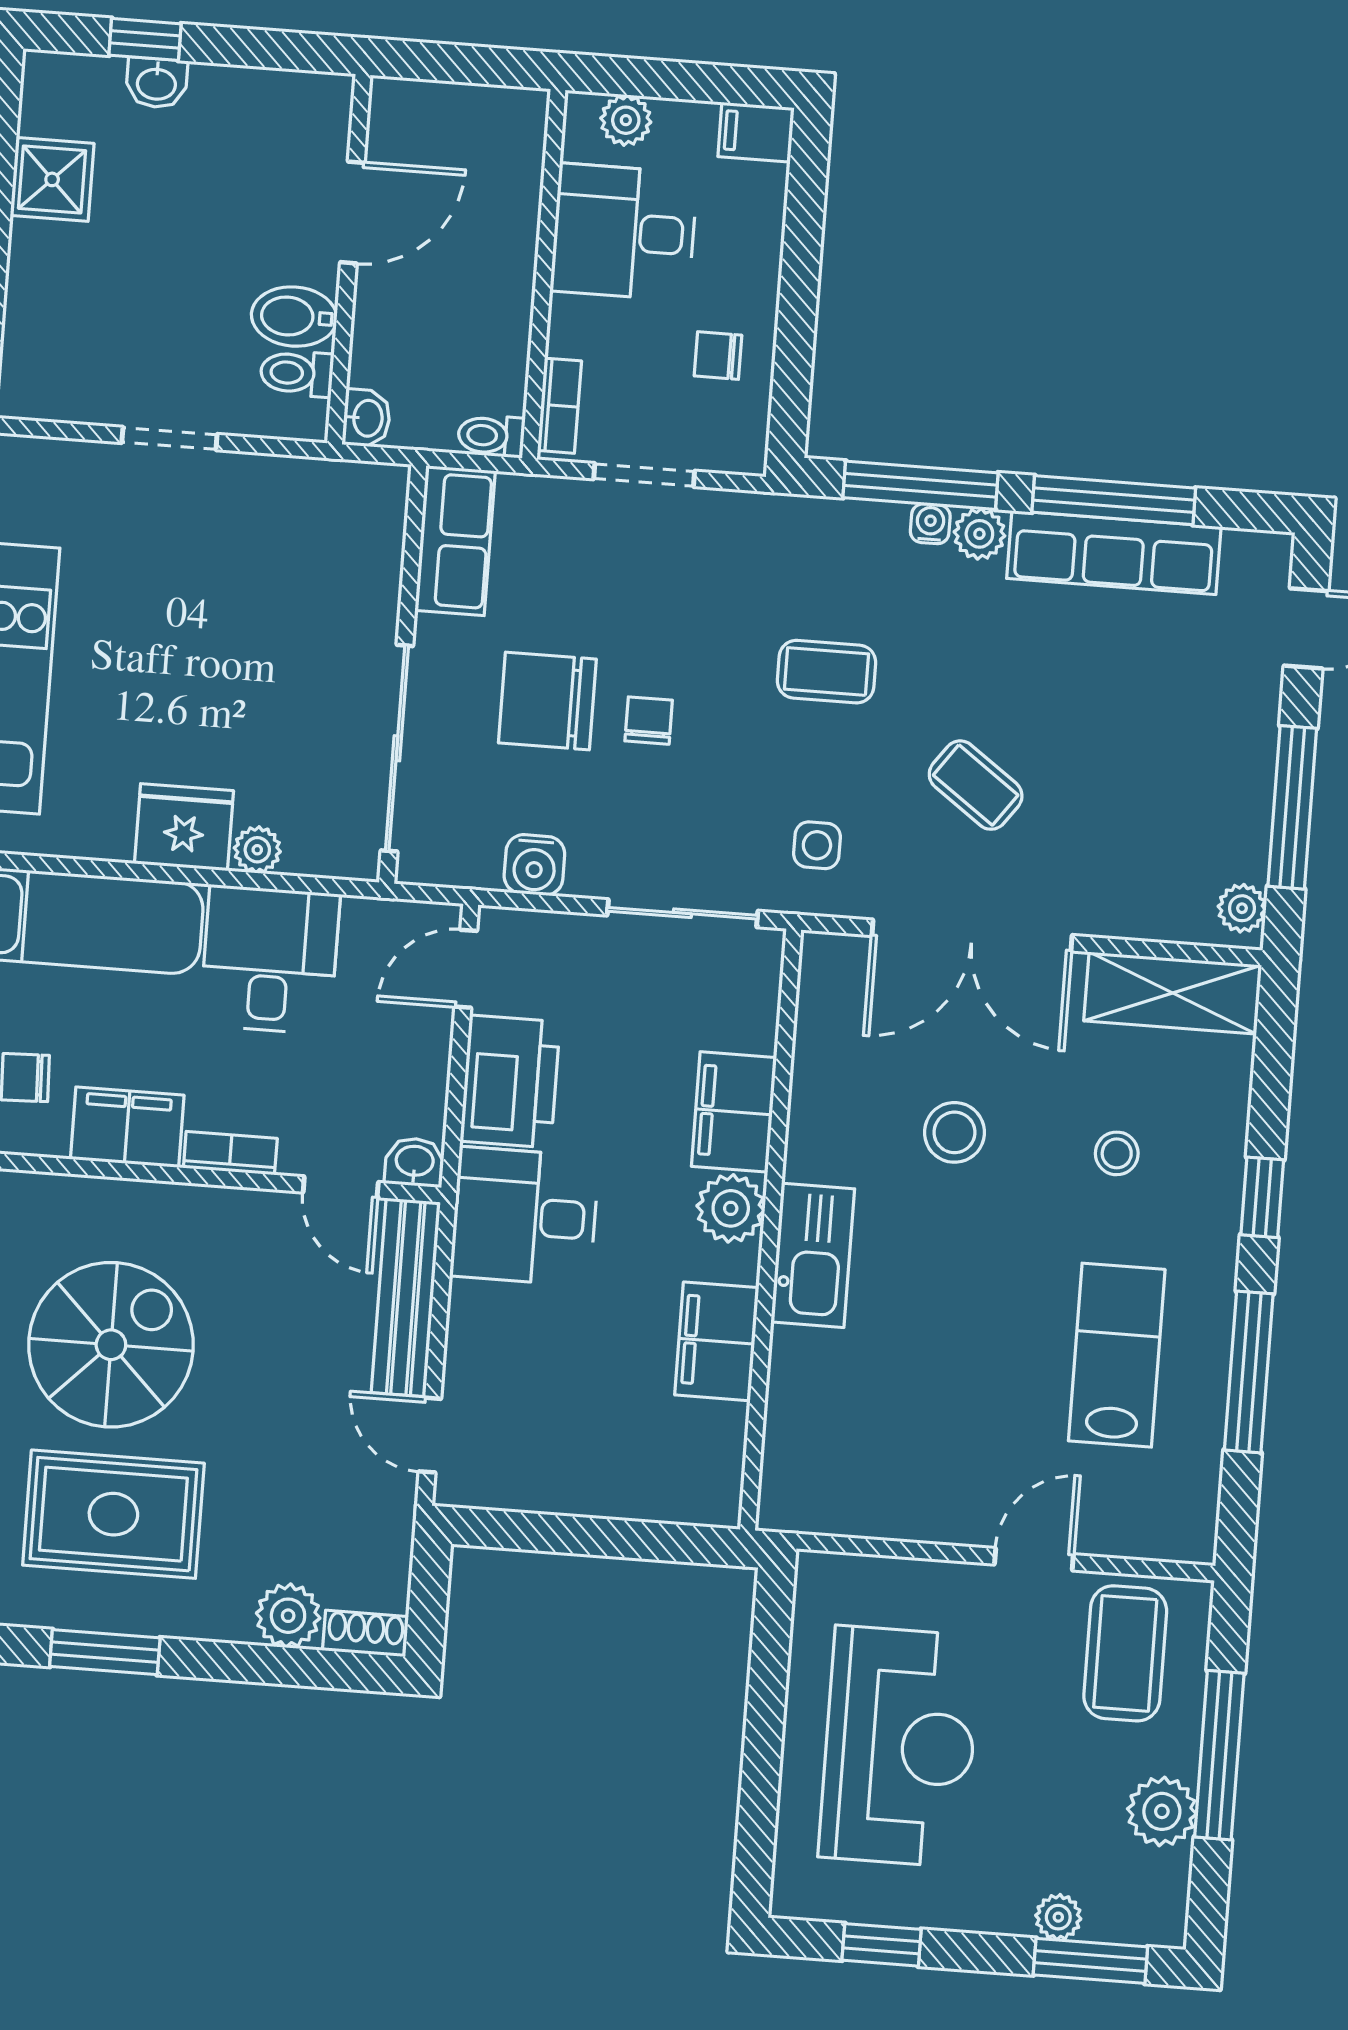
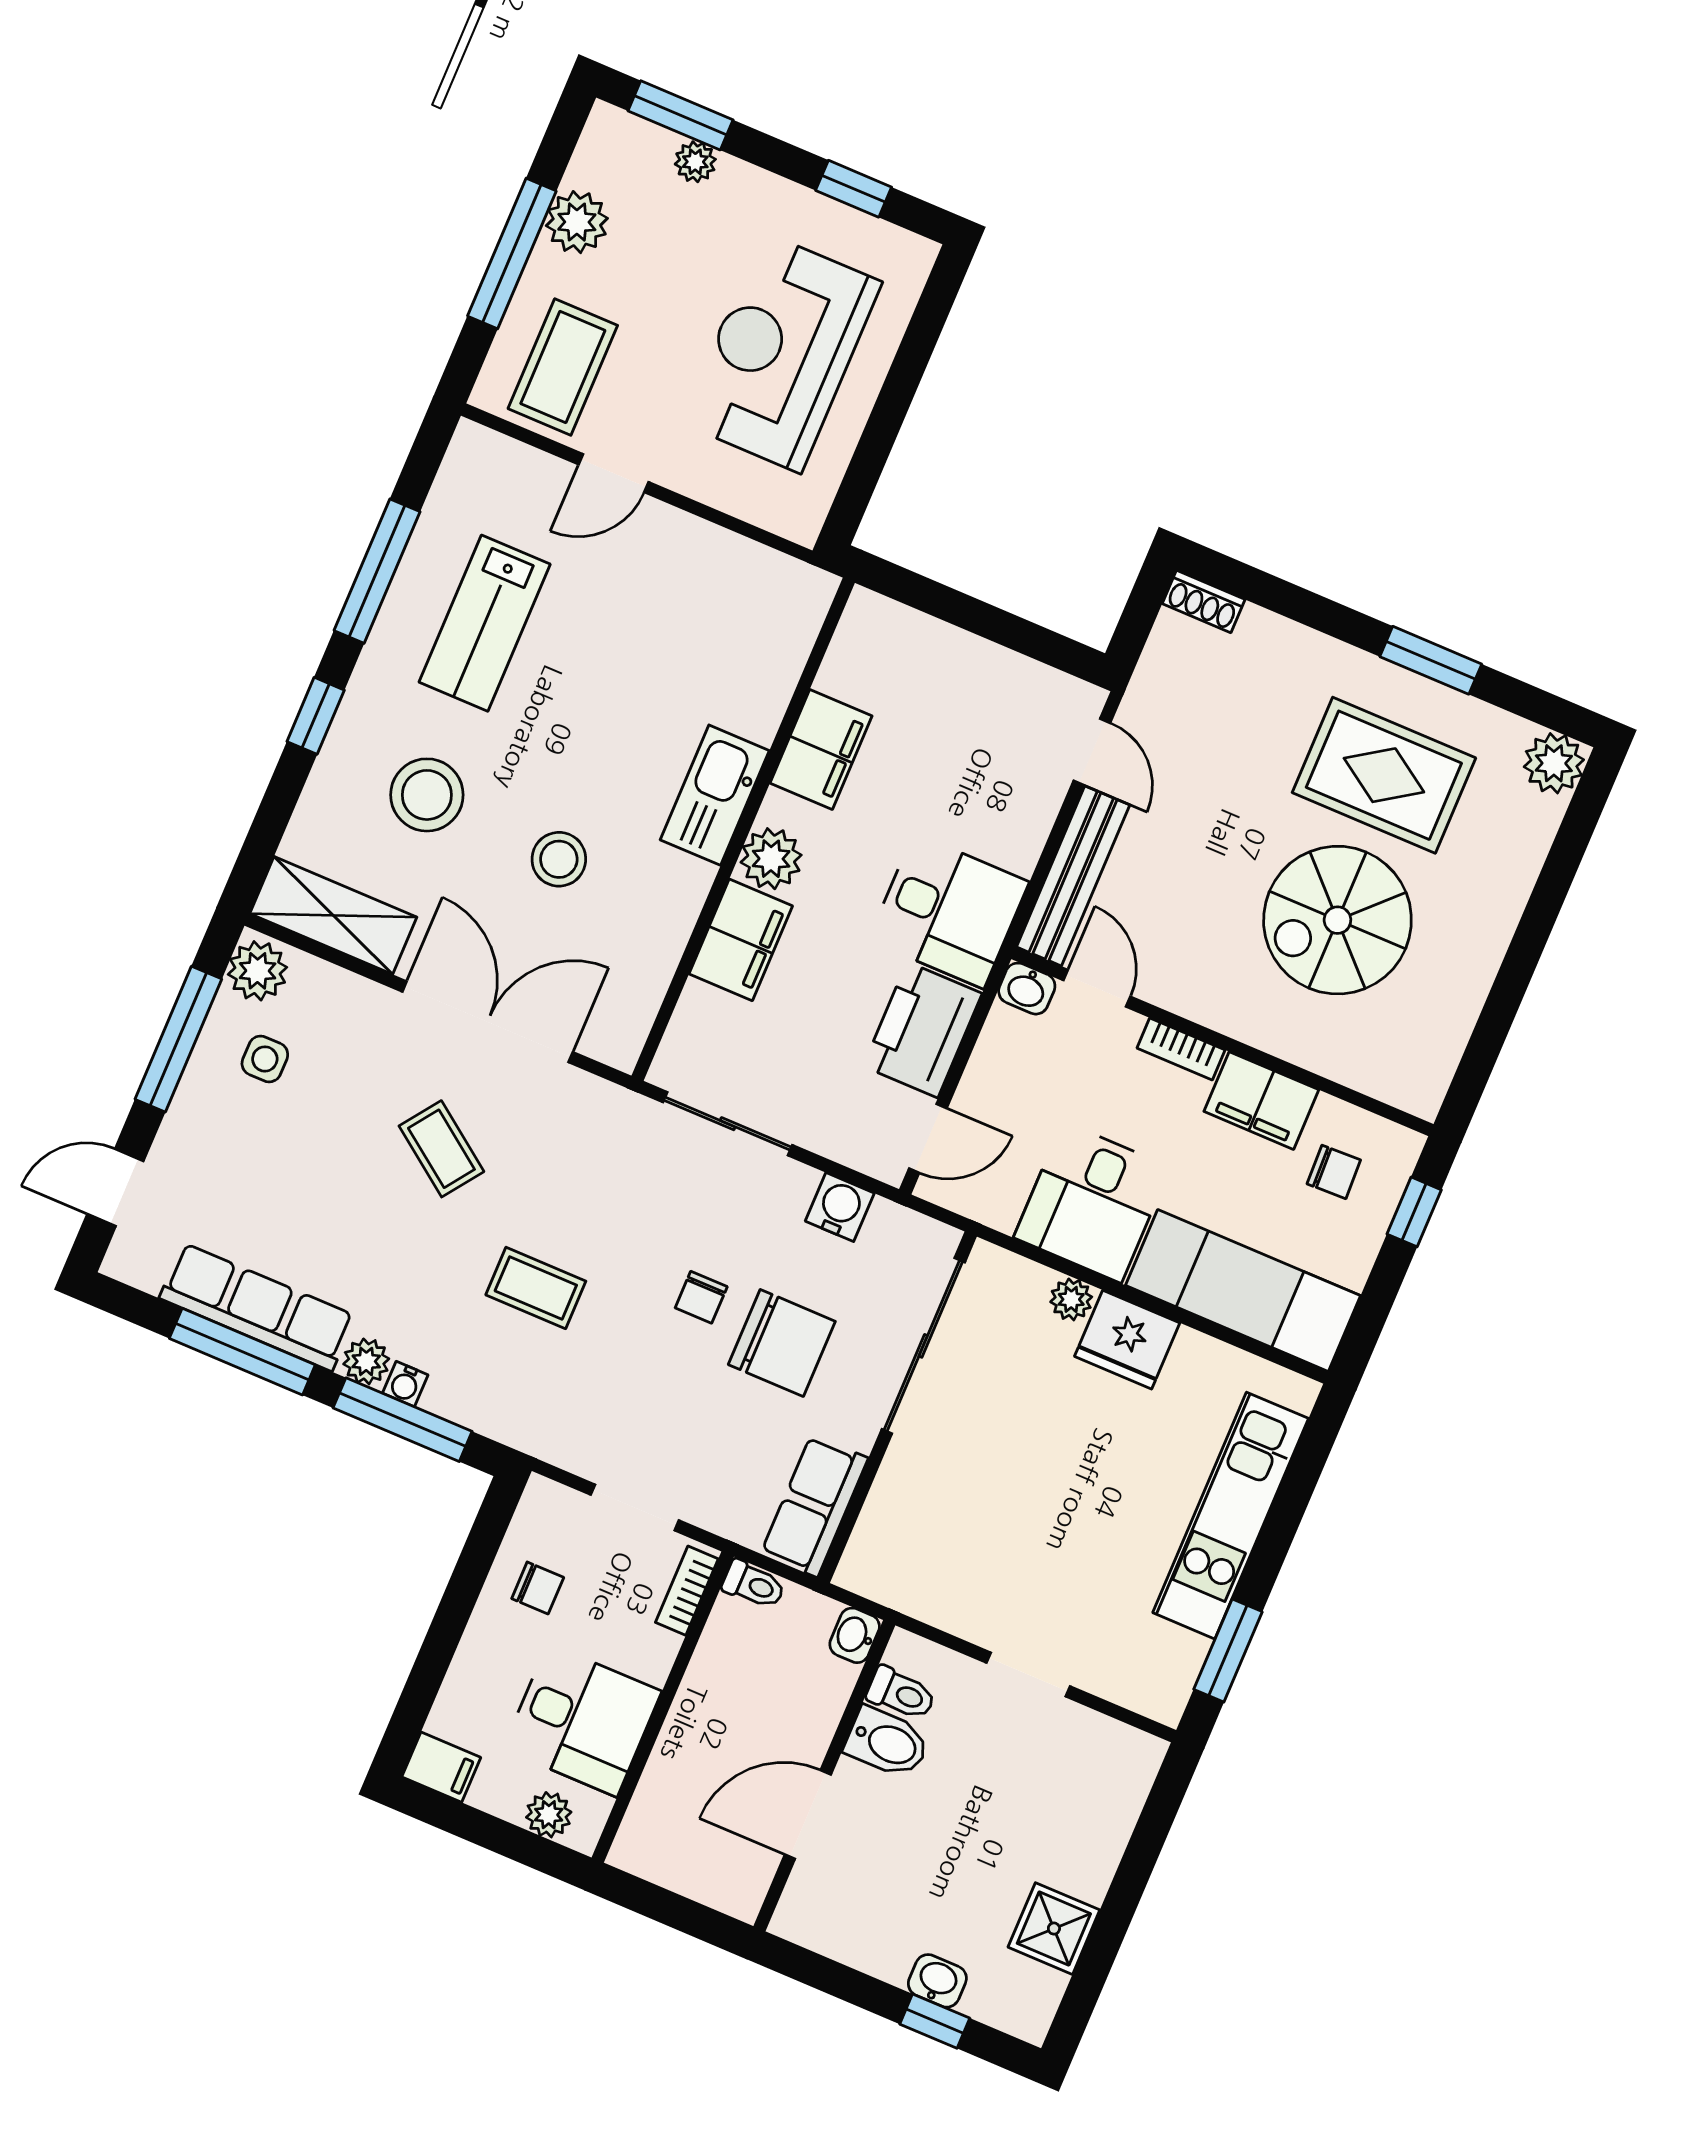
side table: (817, 845) -> (265, 1059), moved
plant: (1242, 908) -> (258, 971), width x1.38, depth x1.38
stool: (1117, 1153) -> (427, 795), width x1.89, depth x1.89
plant: (288, 1616) -> (1264, 639), removed

